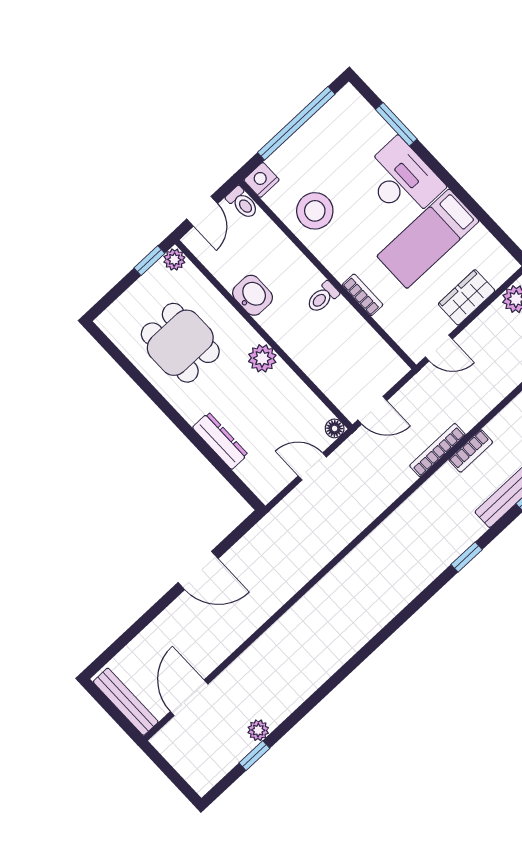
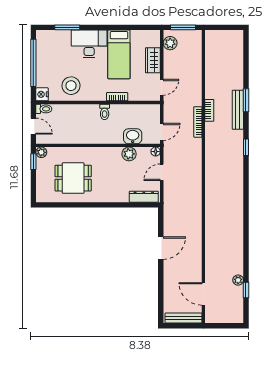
washbasin: (253, 295) -> (133, 136), moved
plant: (262, 358) -> (129, 154), moved
dresser: (220, 441) -> (144, 197), moved

